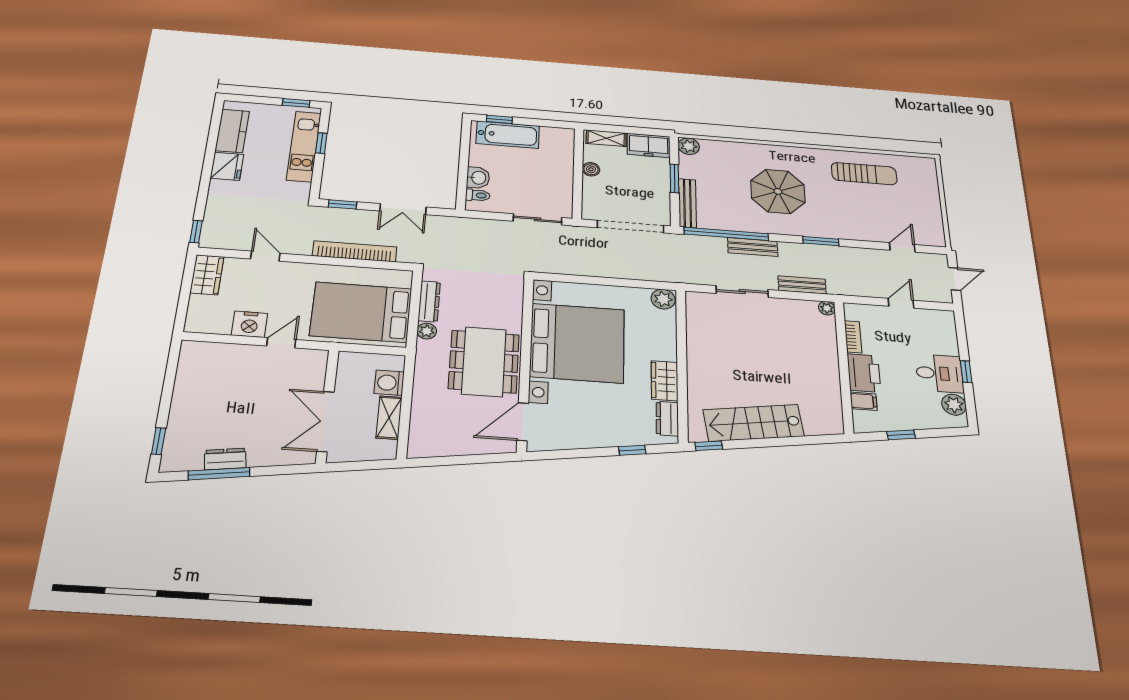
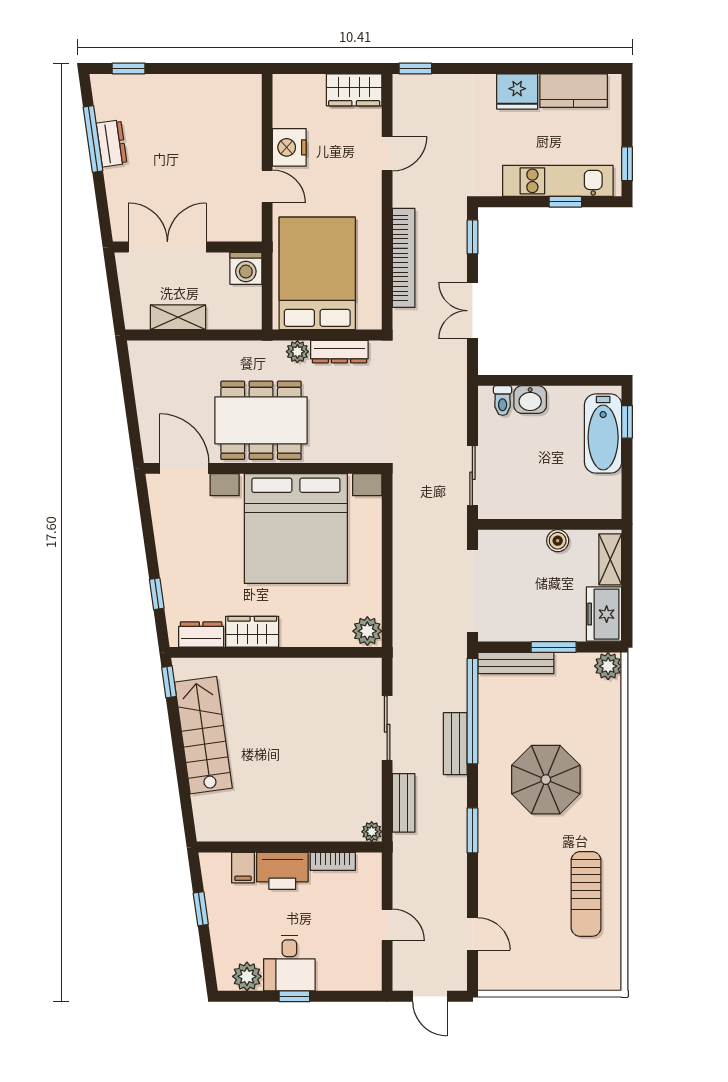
washing machine: (389, 383) -> (246, 268), moved, turned 180

